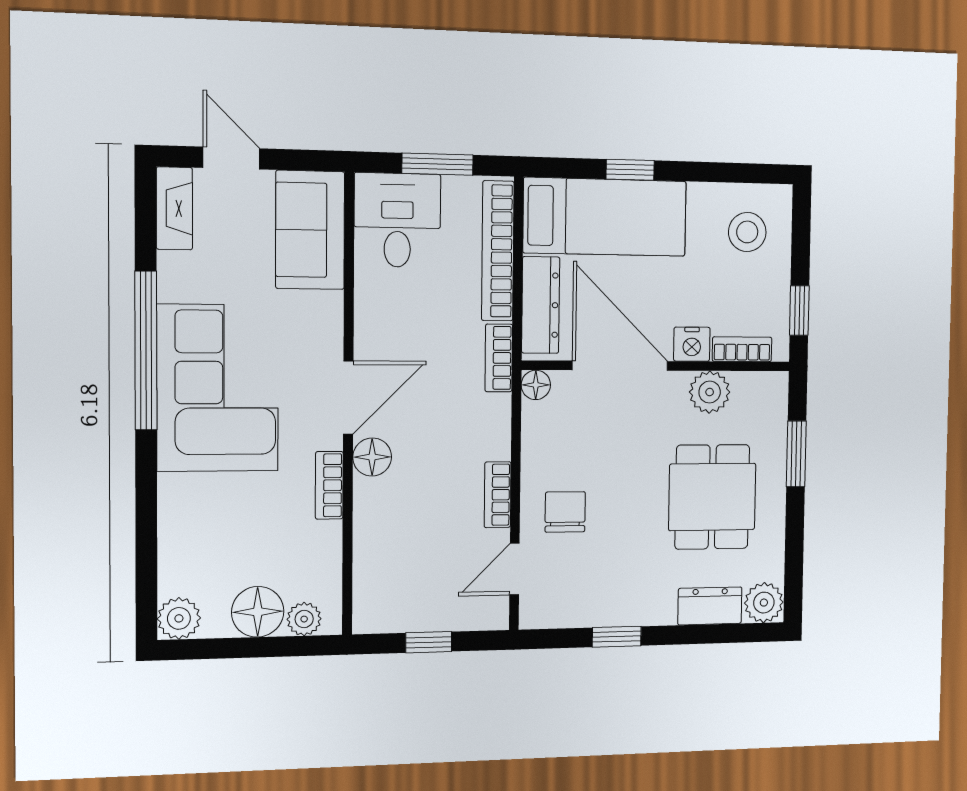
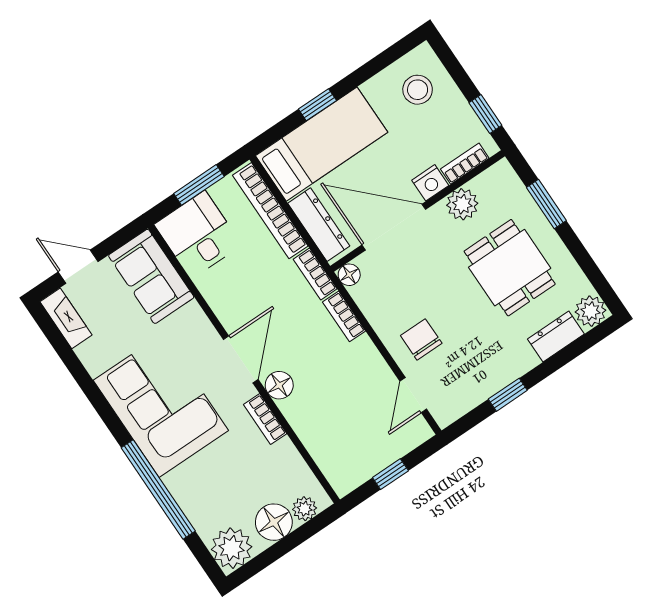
window: (146, 351) -> (158, 489), moved
bookcase: (498, 495) -> (344, 316), moved
plant: (179, 618) -> (232, 548), width x1.36, depth x1.36

